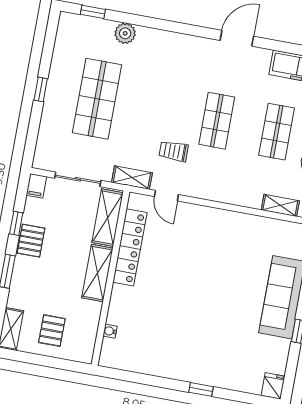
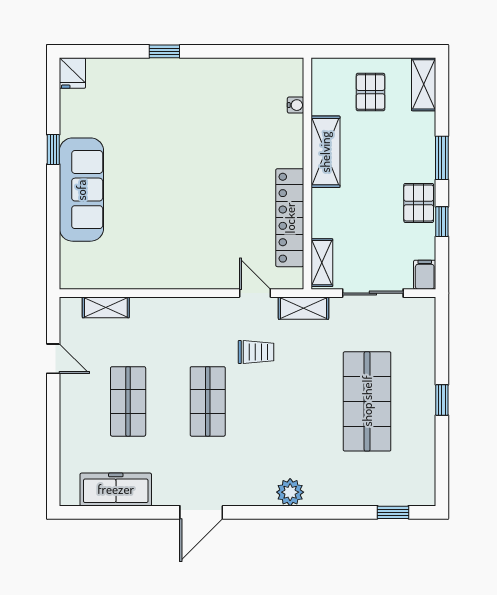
plant: (125, 33) -> (290, 492), moved
shelving: (108, 218) -> (322, 263), width x0.67, depth x0.75
shelving: (97, 273) -> (325, 152), moved

